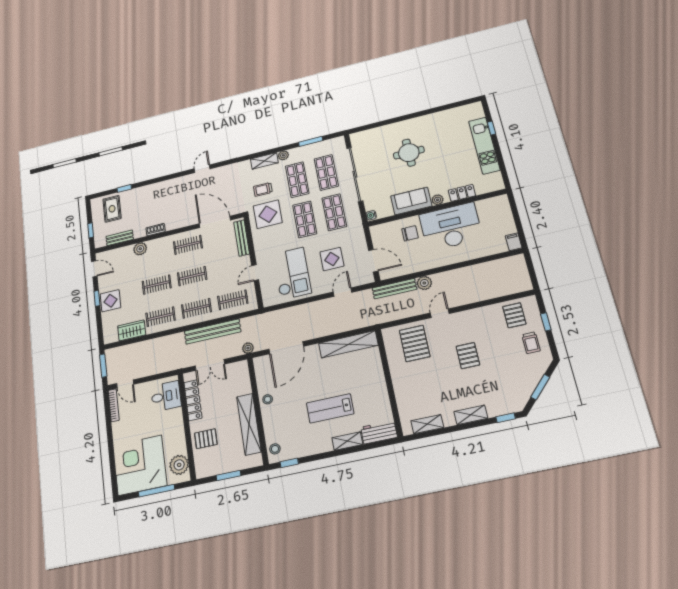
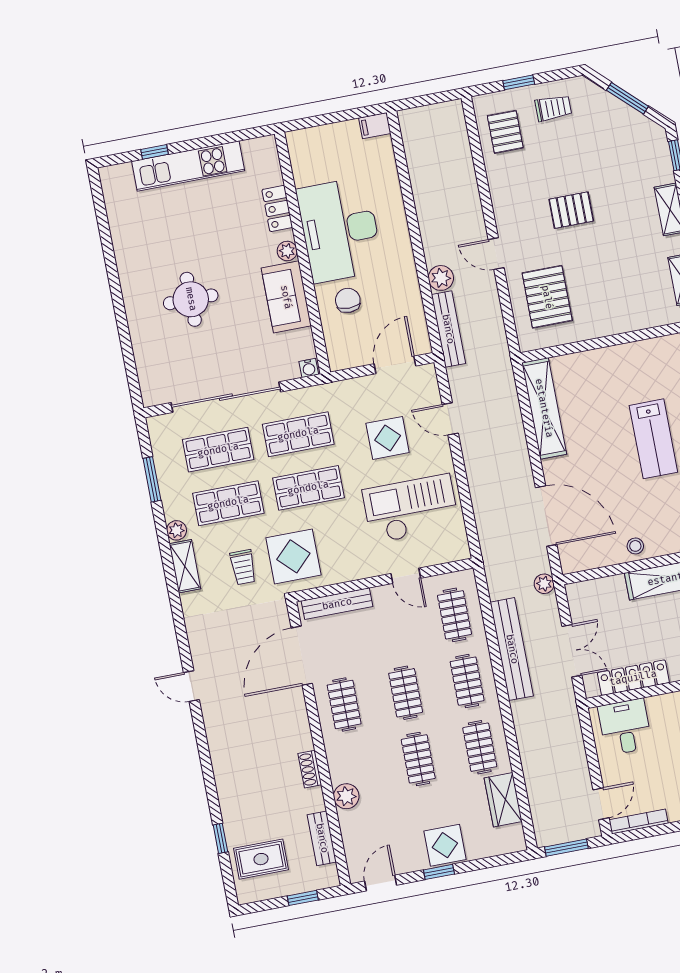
pallet: (514, 315) -> (505, 132), turned 90
pallet: (415, 343) -> (547, 297), turned 90

